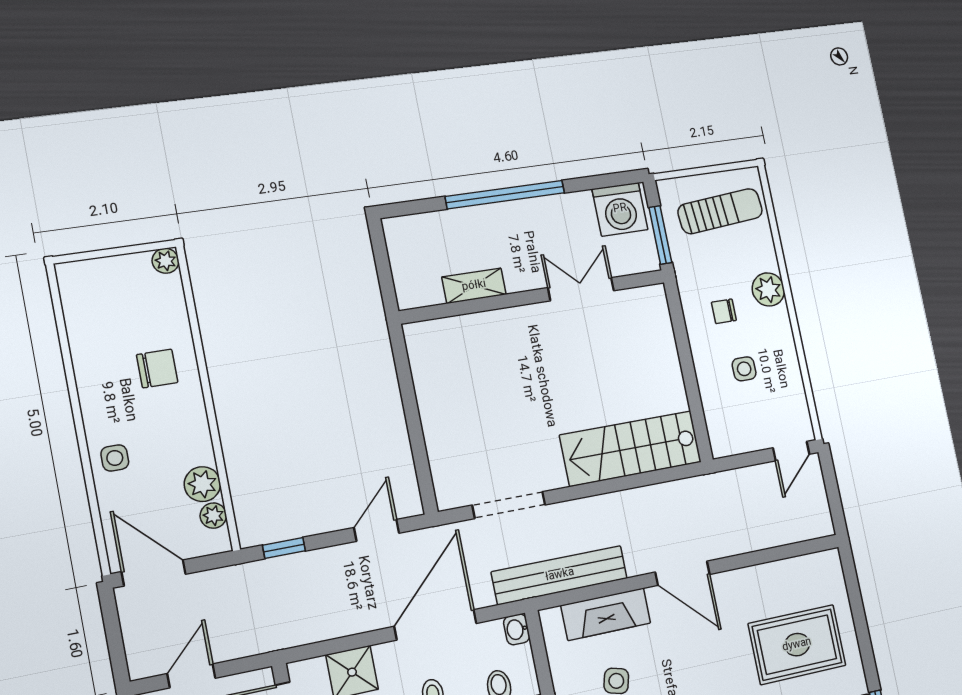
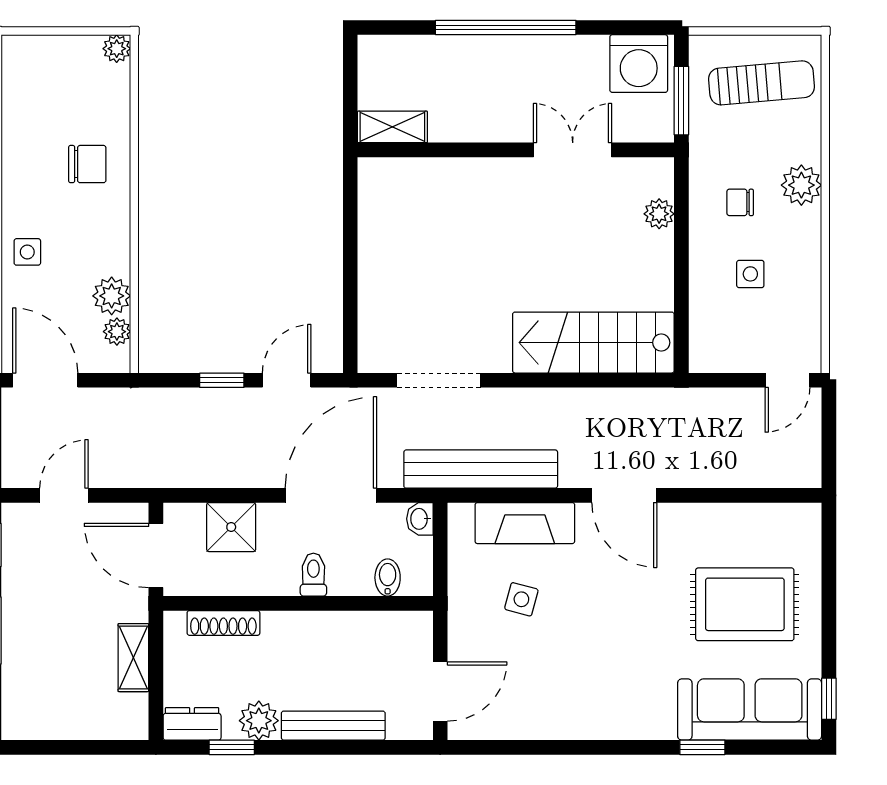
shelving: (474, 286) -> (392, 127), moved
plant: (662, 331) -> (659, 214), added
window: (284, 548) -> (222, 380), moved

